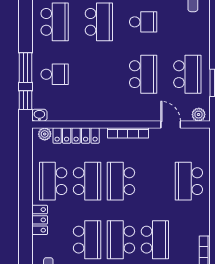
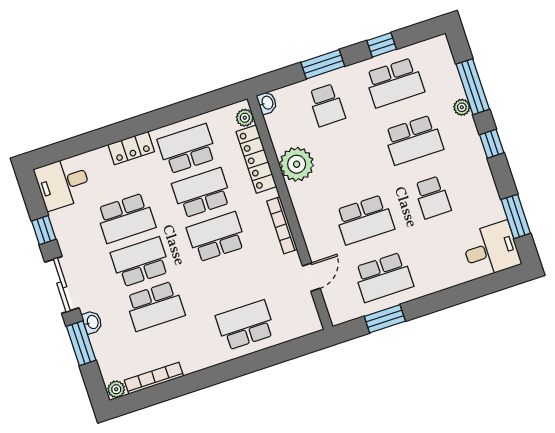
window: (25, 100) -> (382, 45), moved
plant: (199, 115) -> (297, 164), moved, width x1.87, depth x1.87
school desk: (87, 181) -> (202, 193), turned 180

